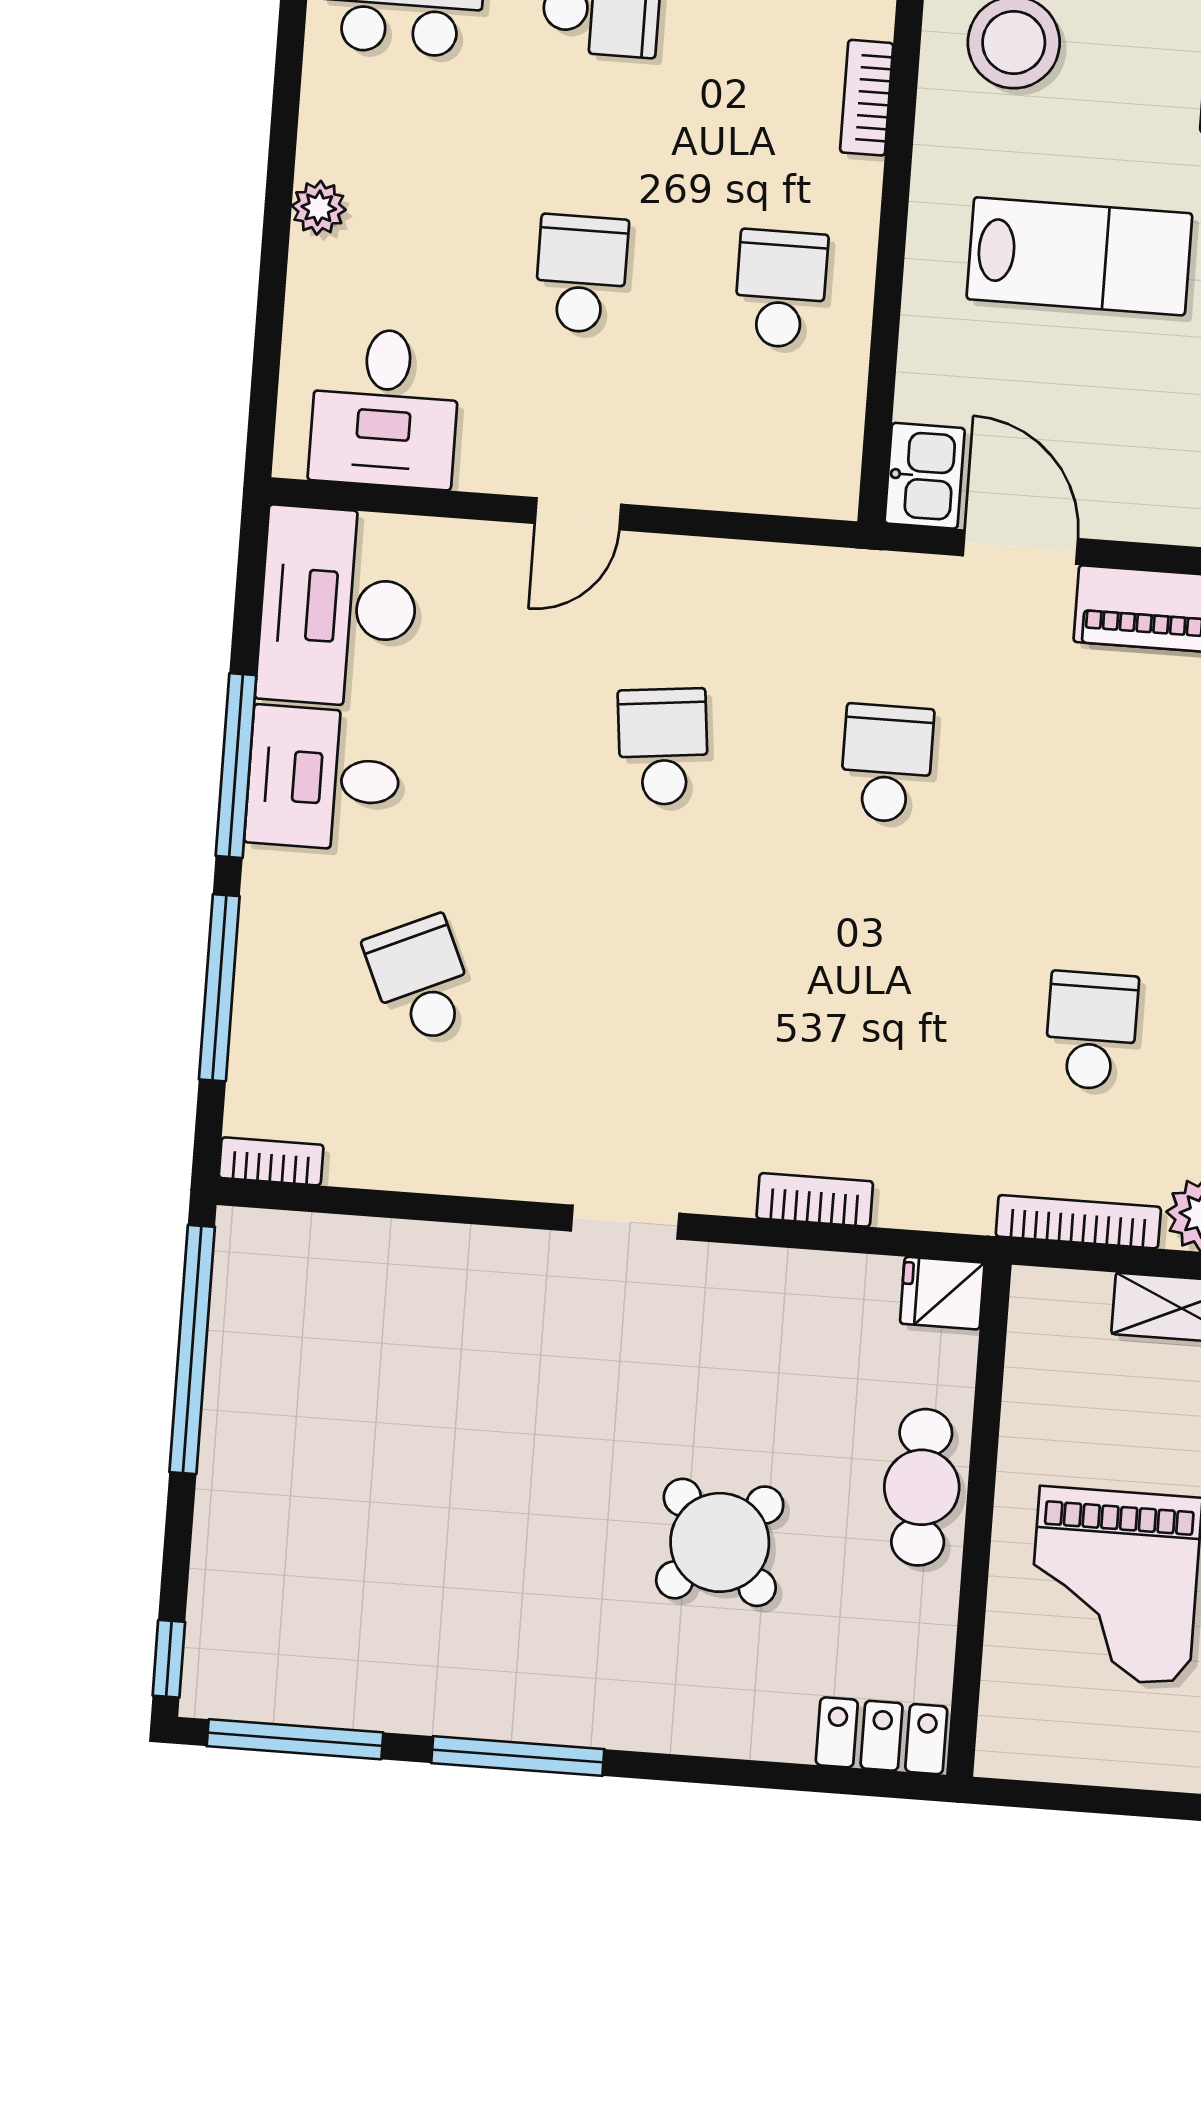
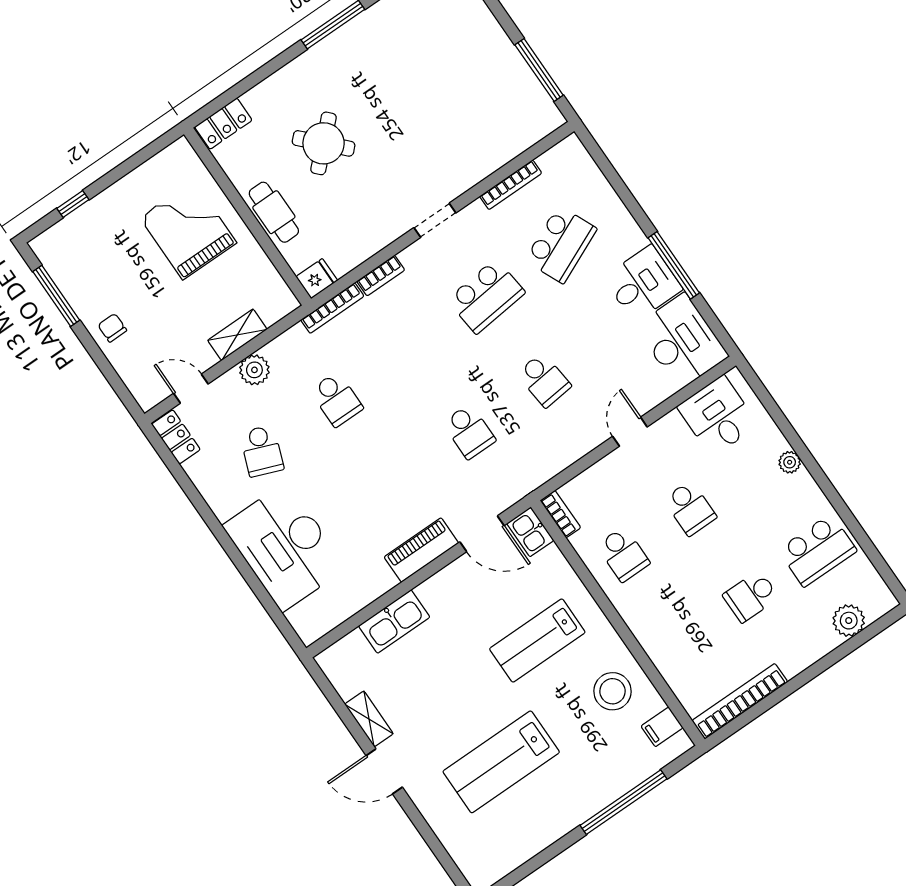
bookcase: (867, 98) -> (560, 514), moved
school desk: (421, 980) -> (561, 245), width x1.85
window: (219, 988) -> (622, 191), removed
school desk: (644, 997) -> (486, 296), added
bookcase: (271, 1161) -> (511, 185), moved, width x1.56
bookcase: (1078, 1222) -> (332, 308), moved
window: (192, 1349) -> (539, 70), width x0.68

